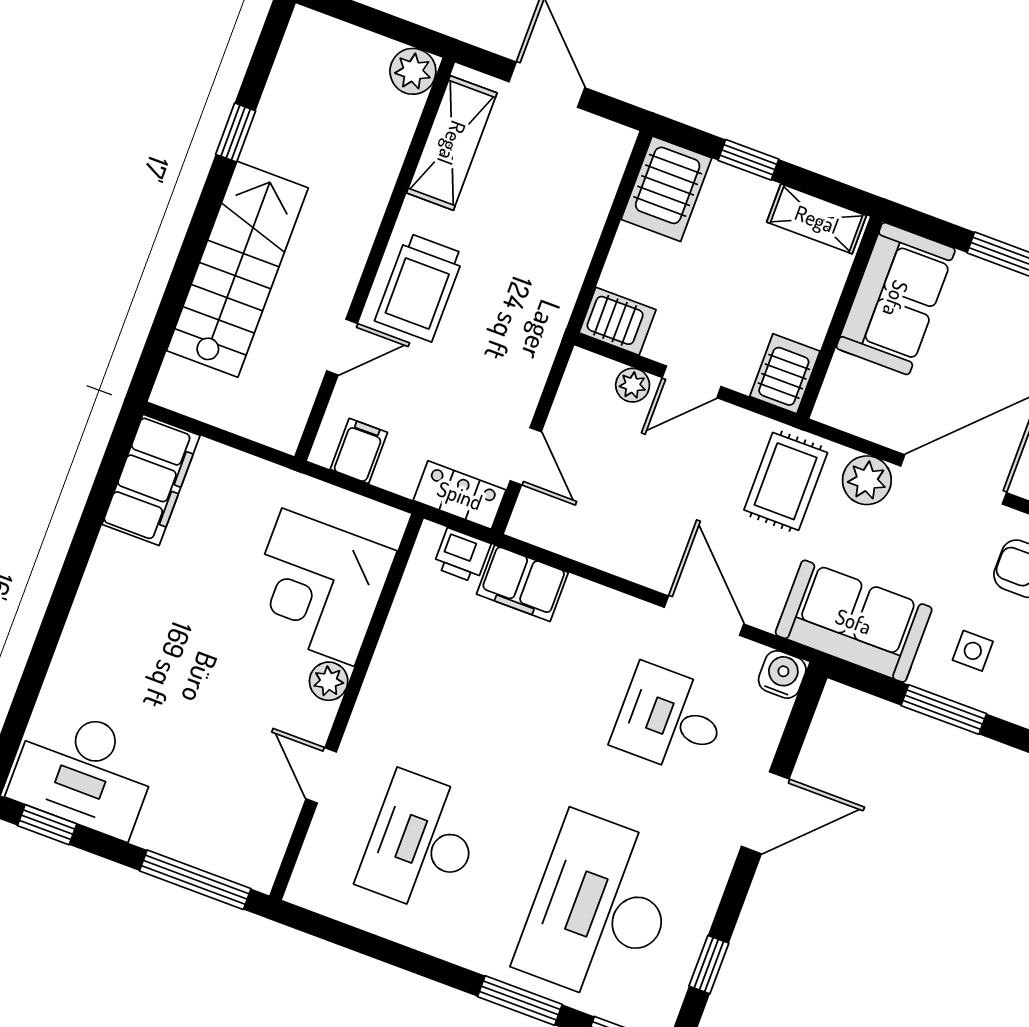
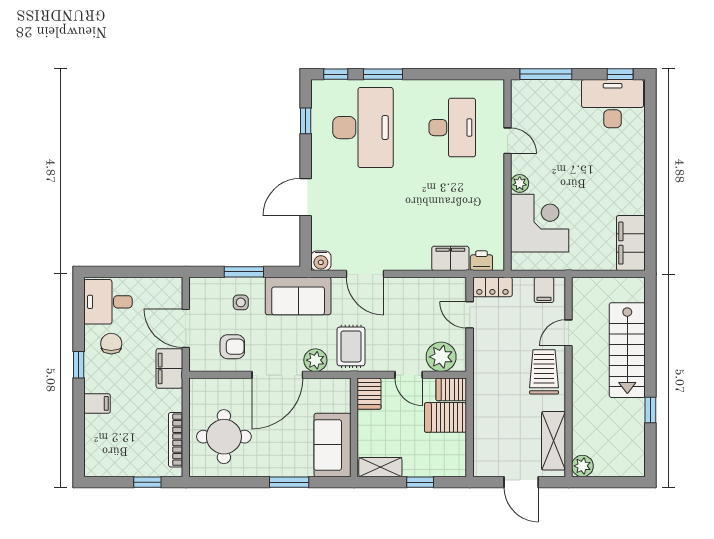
server rack: (666, 189) -> (446, 417), moved, turned -90
door: (692, 382) -> (409, 375), swing flipped
plant: (633, 385) -> (441, 357), width x1.88, depth x1.88
desk: (670, 719) -> (363, 223), removed

